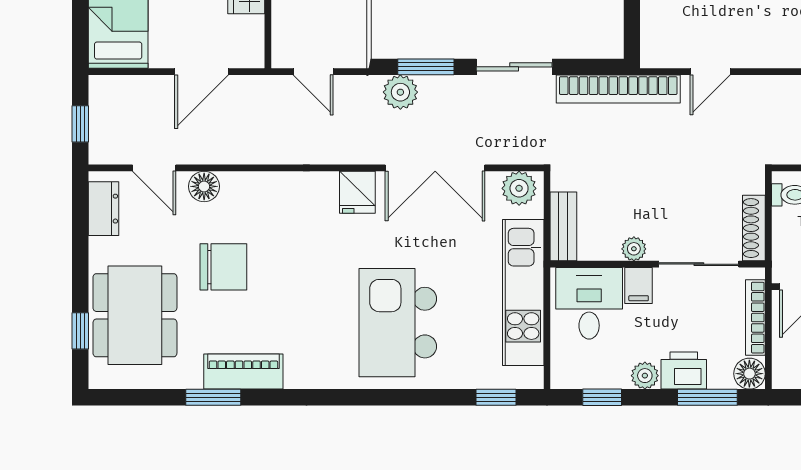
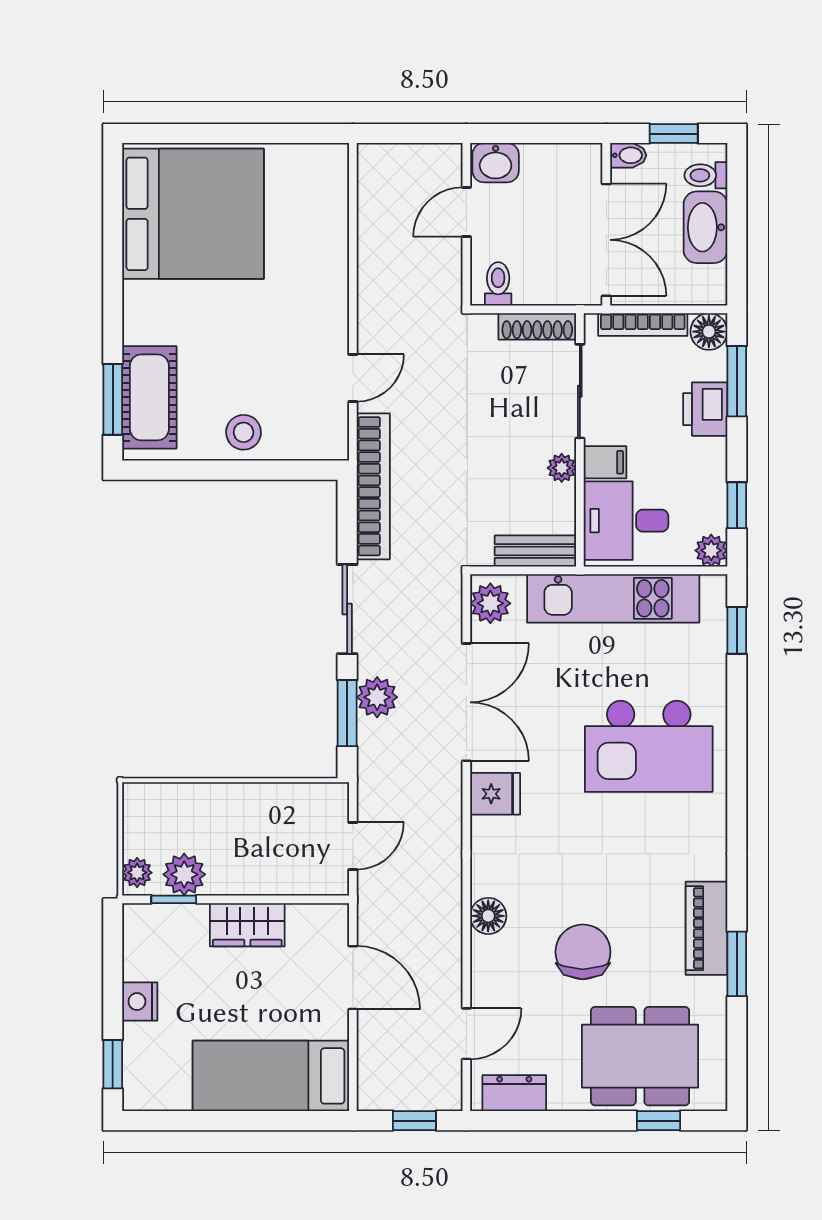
door: (710, 72) -> (353, 378), hinge flipped
plant: (400, 92) -> (377, 697), moved
floor lamp: (204, 186) -> (488, 916), moved
plant: (645, 376) -> (711, 550), moved

